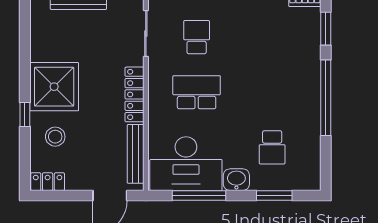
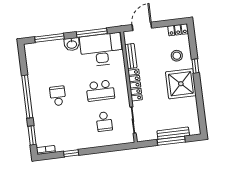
school desk: (272, 147) -> (58, 96), moved
bench: (136, 154) -> (131, 56), width x0.73
window: (274, 195) -> (49, 38), width x1.44

